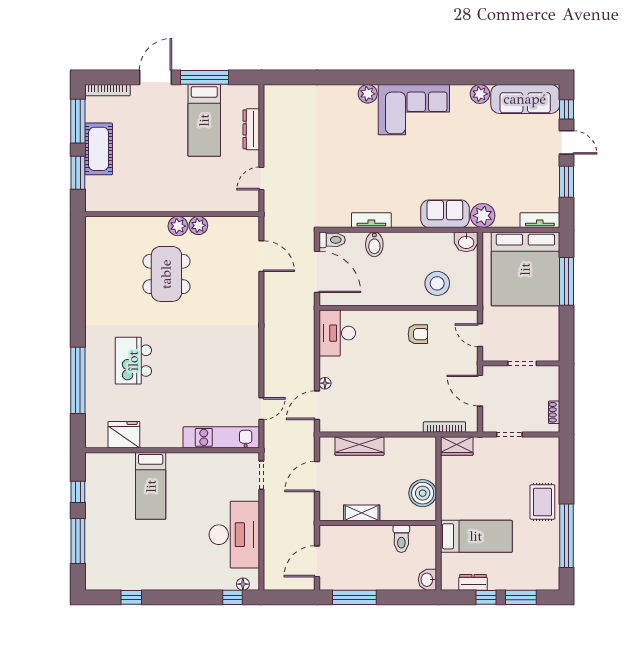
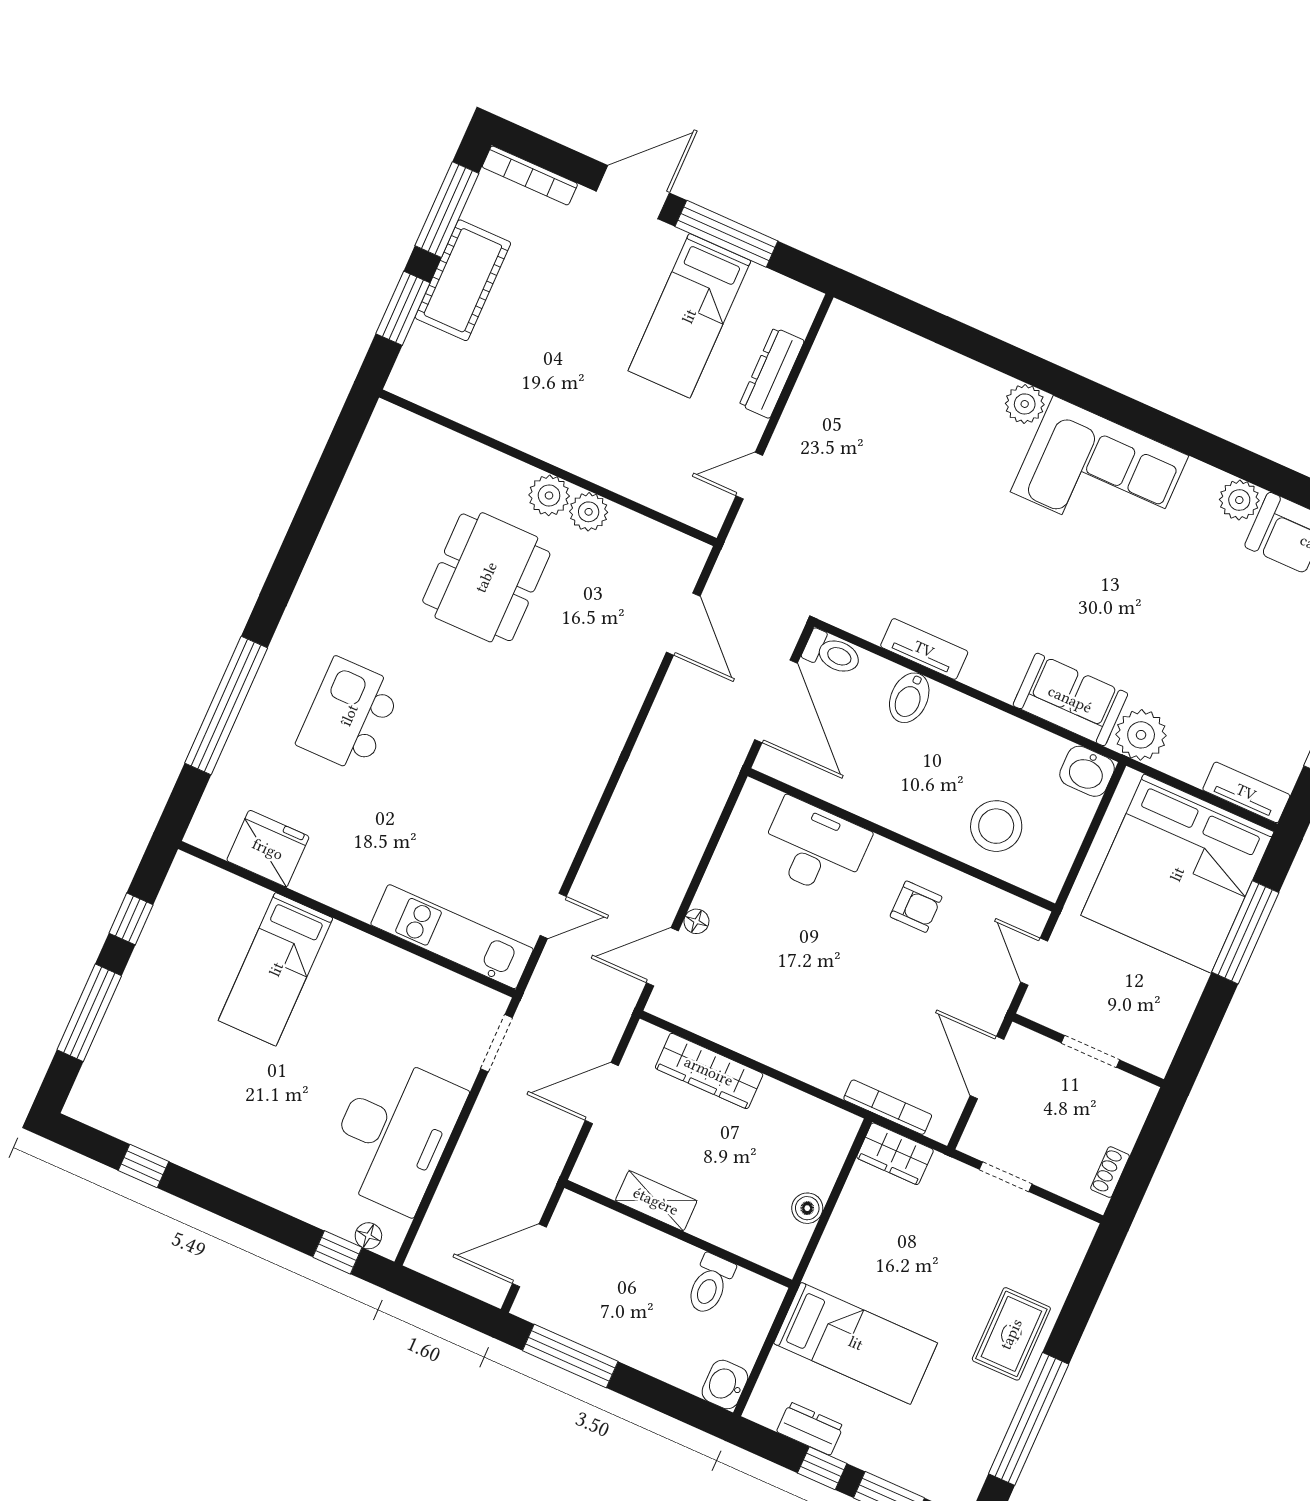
desk: (337, 333) -> (814, 848), moved, turned 90
boiler: (423, 493) -> (807, 1208), width x0.54, depth x0.54

